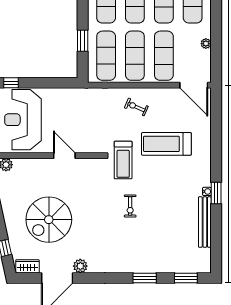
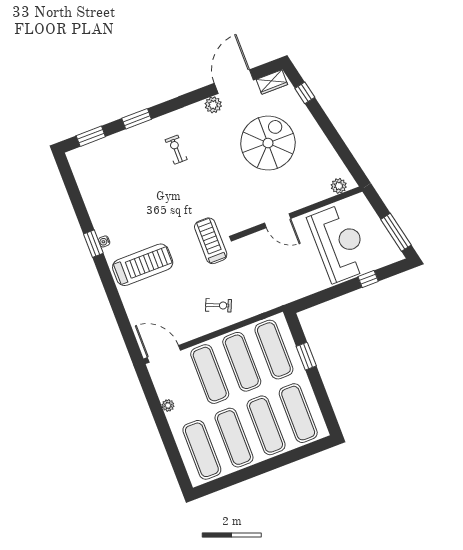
treadmill: (166, 144) -> (143, 265), moved
exercise bike: (130, 206) -> (176, 150), moved
bench: (205, 222) -> (93, 207), removed

